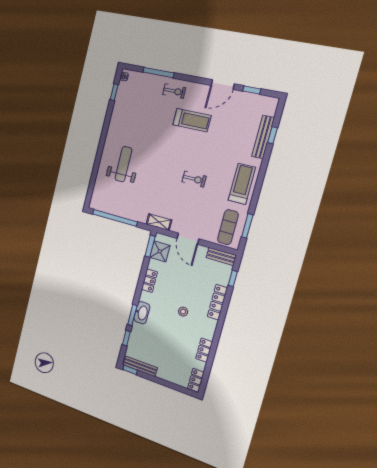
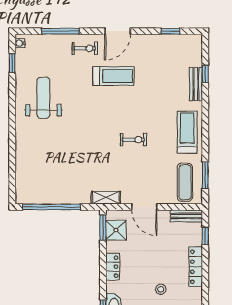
door: (223, 85) -> (117, 31), moved
bench: (263, 137) -> (196, 84), width x0.73
weight bench: (123, 164) -> (43, 98), moved

